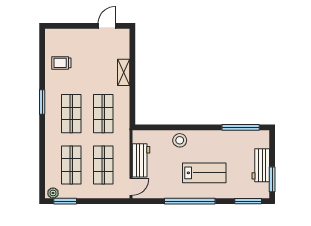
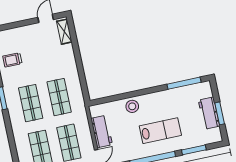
shelving: (124, 72) -> (64, 32), moved
window: (272, 179) -> (220, 113), moved
window: (248, 201) -> (194, 150), moved

